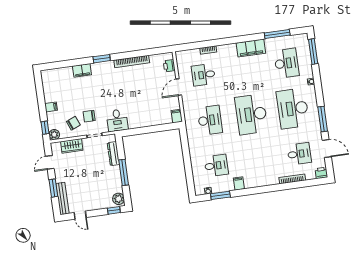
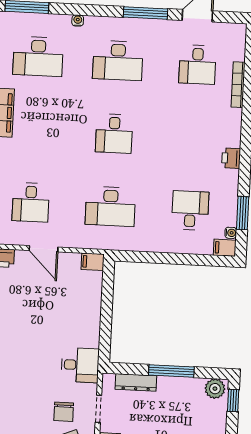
desk: (286, 63) -> (38, 57), turned 180
desk: (293, 109) -> (118, 61), width x0.73, depth x0.77
desk: (251, 114) -> (114, 133), width x0.53, depth x0.77
desk: (210, 120) -> (110, 206), turned 180
desk: (299, 154) -> (198, 65), turned 180
printer: (321, 173) -> (231, 158), moved
filing cabinet: (239, 183) -> (225, 248), moved

